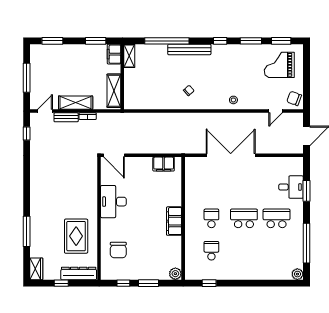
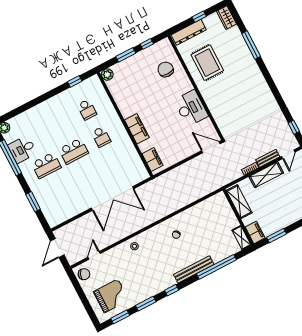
filing cabinet: (164, 164) -> (152, 159), moved, turned 90
desk: (291, 187) -> (22, 149), moved
filing cabinet: (174, 221) -> (137, 129), moved

